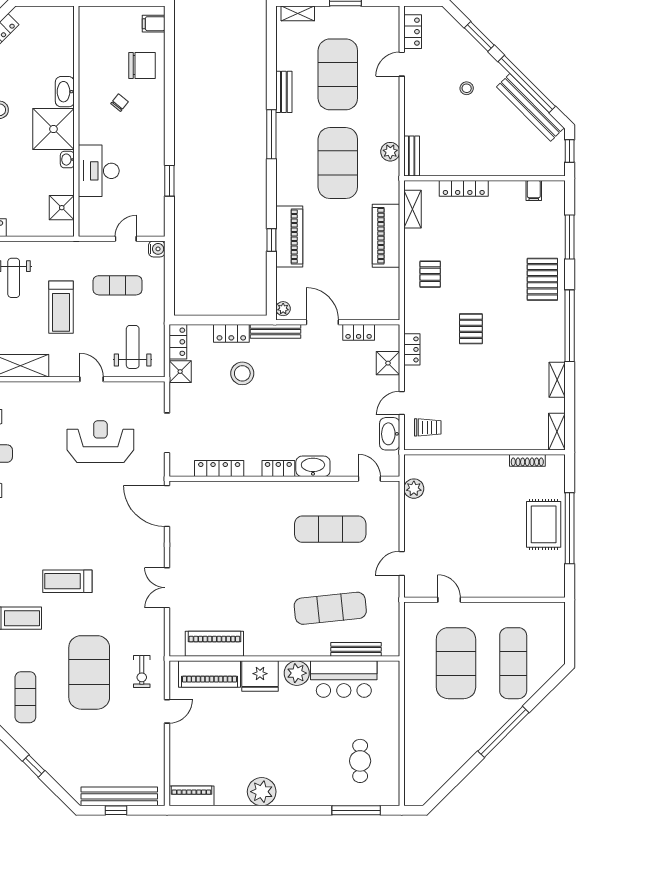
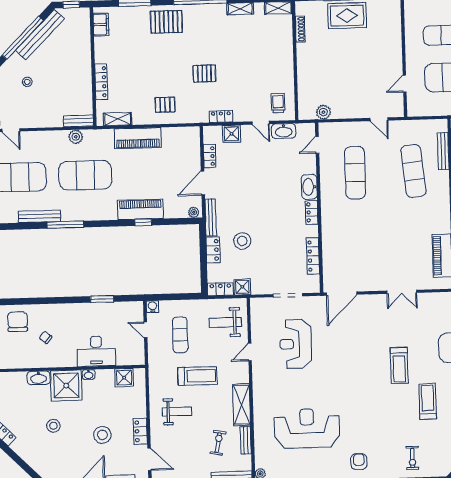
bench: (284, 92) -> (40, 216), width x1.36
filing cabinet: (534, 190) -> (101, 25), width x2.00

